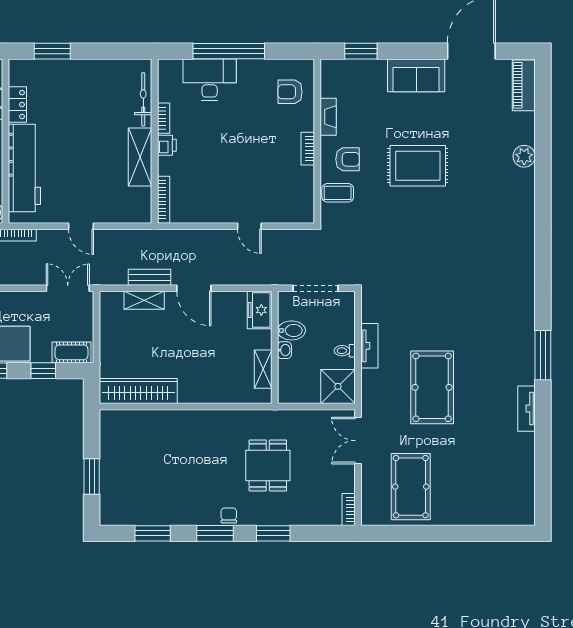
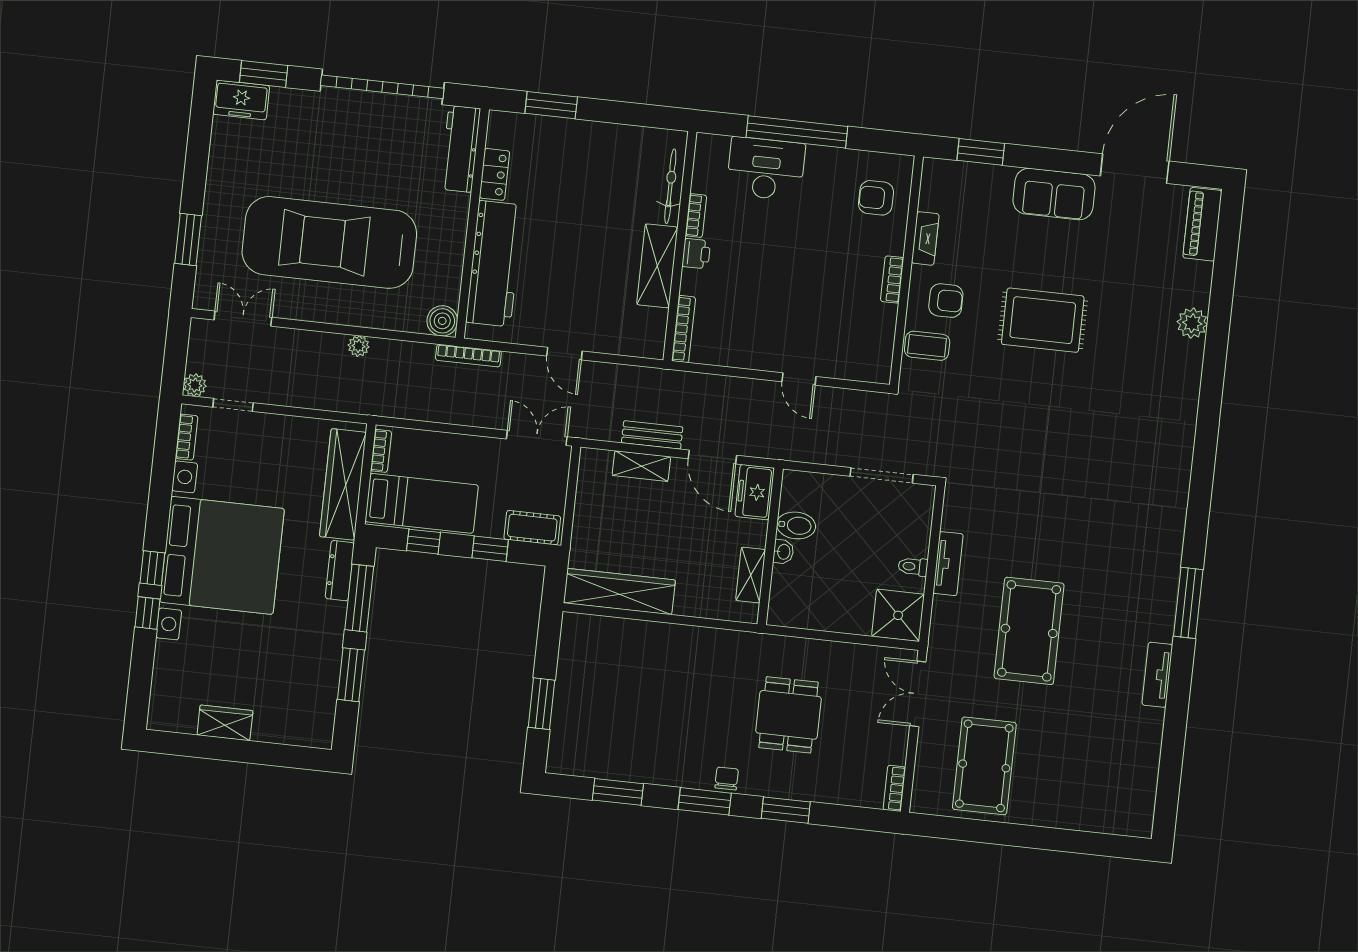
freezer: (260, 310) -> (755, 492), moved
bidet: (291, 330) -> (796, 525), moved
wall: (275, 347) -> (770, 546), moved
washbasin: (284, 350) -> (783, 552), moved
shelving: (263, 369) -> (751, 575), moved

